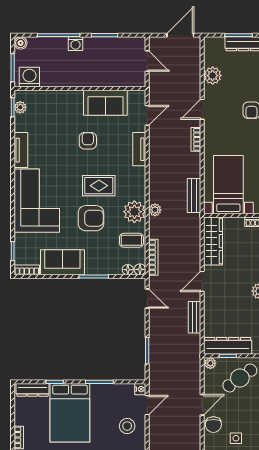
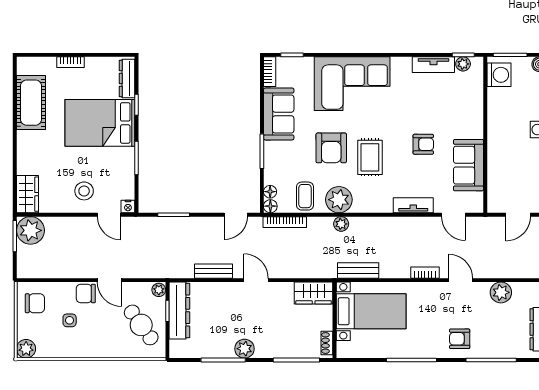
tv unit: (21, 150) -> (433, 65), moved
wardrobe: (213, 241) -> (314, 293), width x0.67

